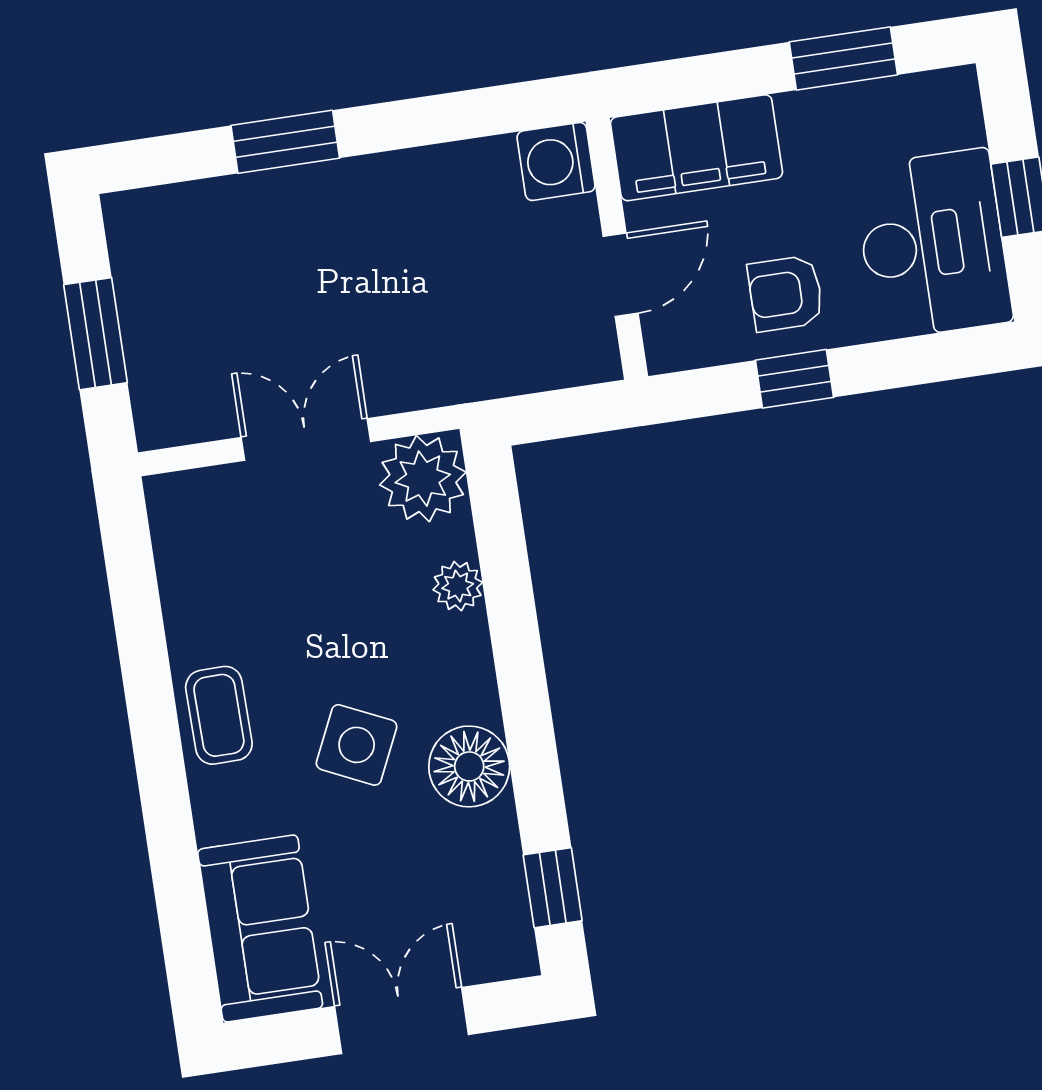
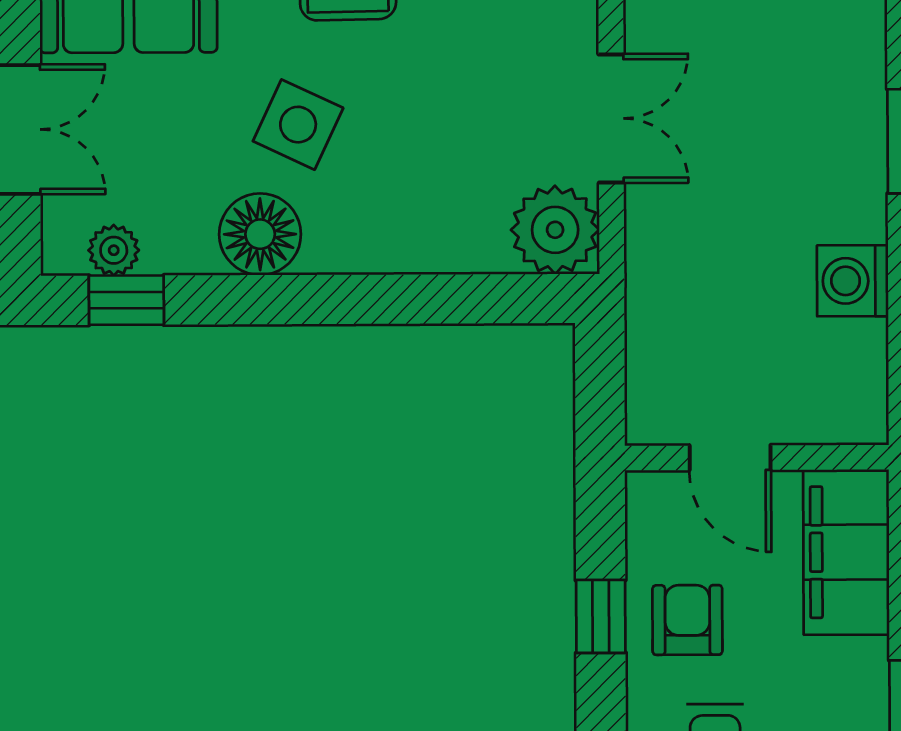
washing machine: (556, 161) -> (853, 281), moved, turned -90
plant: (458, 586) -> (114, 250), moved

